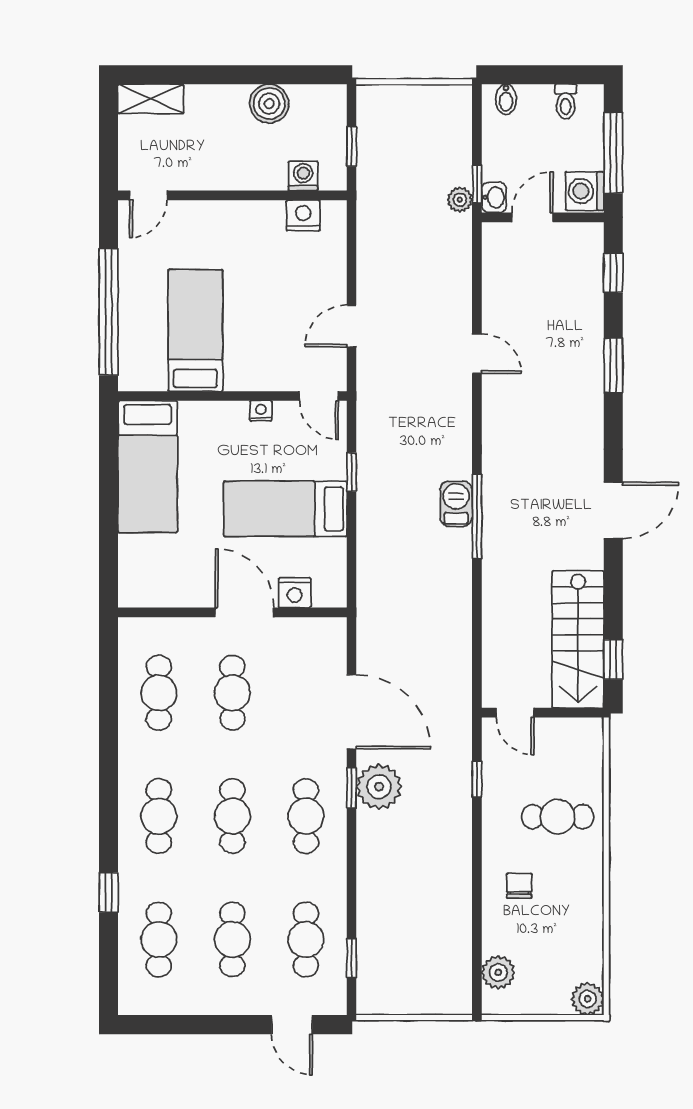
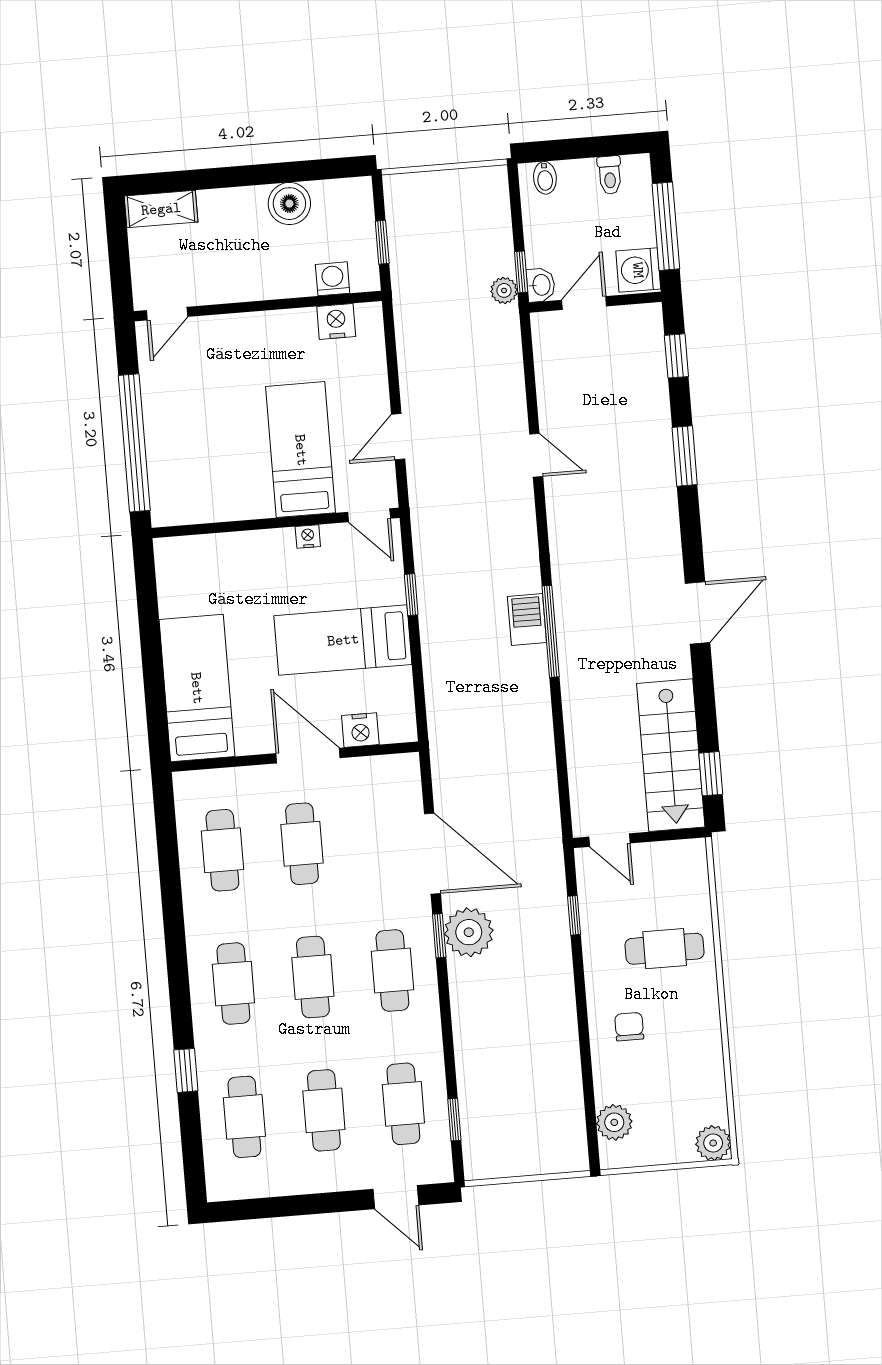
bed: (195, 331) -> (301, 450), moved
bed: (148, 467) -> (197, 688), moved, turned 180

